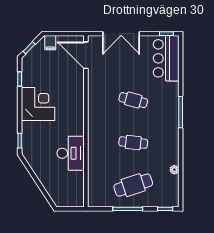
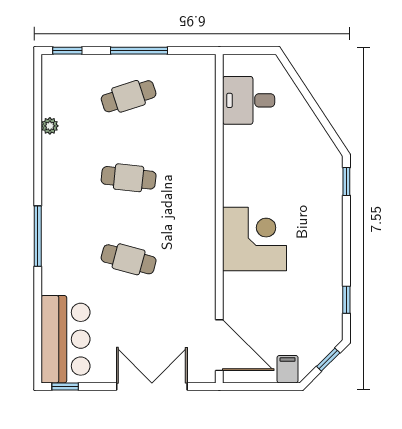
corner desk: (38, 104) -> (255, 239), moved, turned 180
desk: (71, 153) -> (249, 100), moved, width x0.73
cafe table: (133, 185) -> (129, 96), width x0.73, depth x0.74

